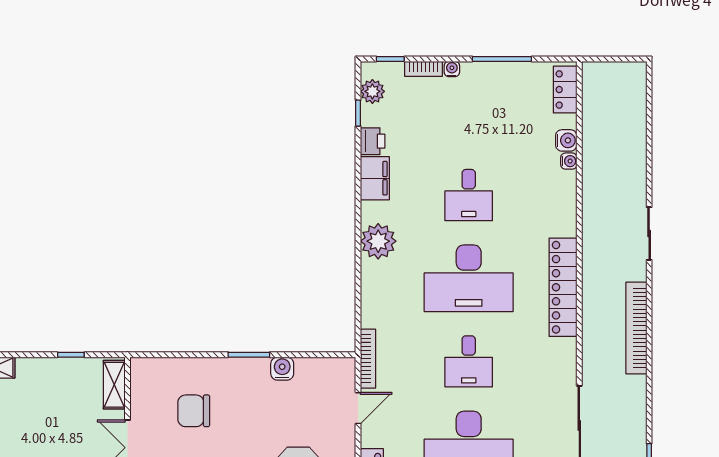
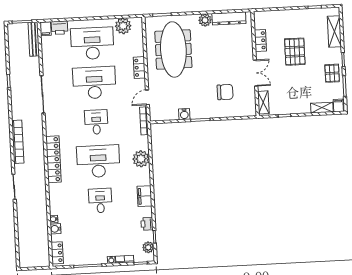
filing cabinet: (375, 178) -> (145, 196), moved
plant: (378, 241) -> (141, 159), moved

